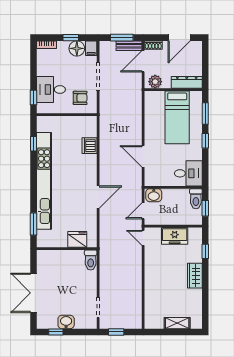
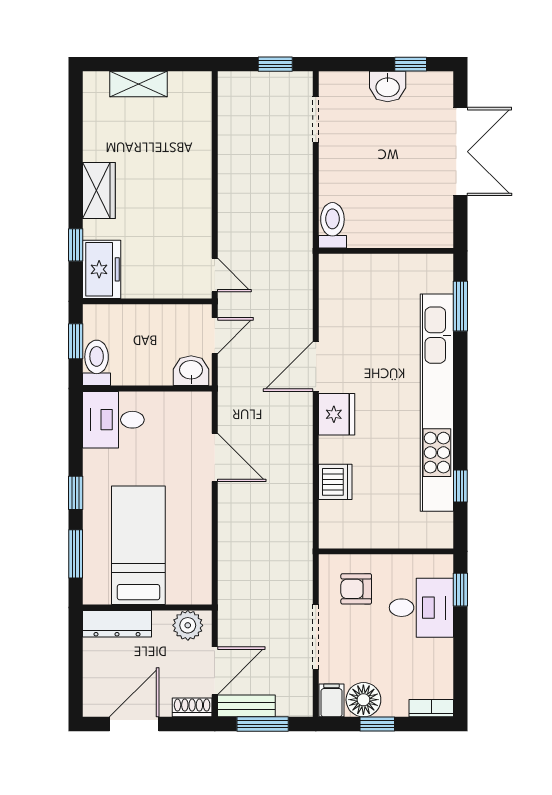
freezer: (175, 236) -> (102, 269), moved, turned 90
fridge: (77, 239) -> (337, 414), moved, turned -90

